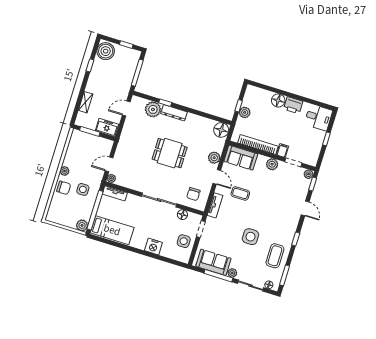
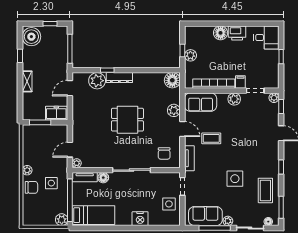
shelving: (86, 102) -> (27, 81), moved
floor lamp: (182, 215) -> (103, 178), moved

